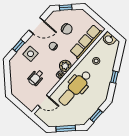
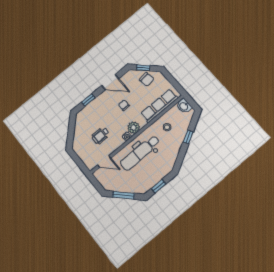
chair: (67, 29) -> (147, 79), moved
side table: (31, 54) -> (99, 110), removed
window: (114, 77) -> (188, 137), moved

